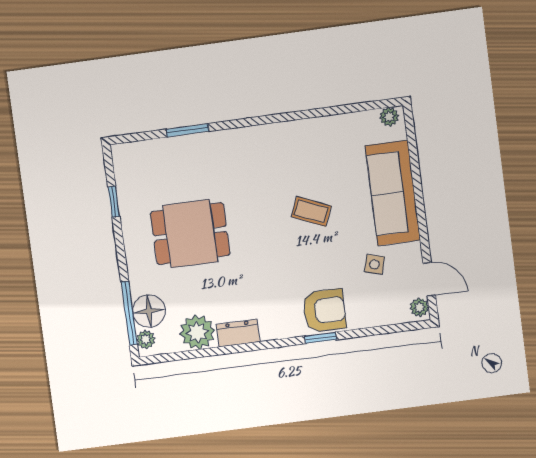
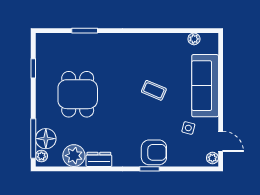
plant: (389, 117) -> (194, 39), moved
dining table: (190, 234) -> (78, 94), turned 90

